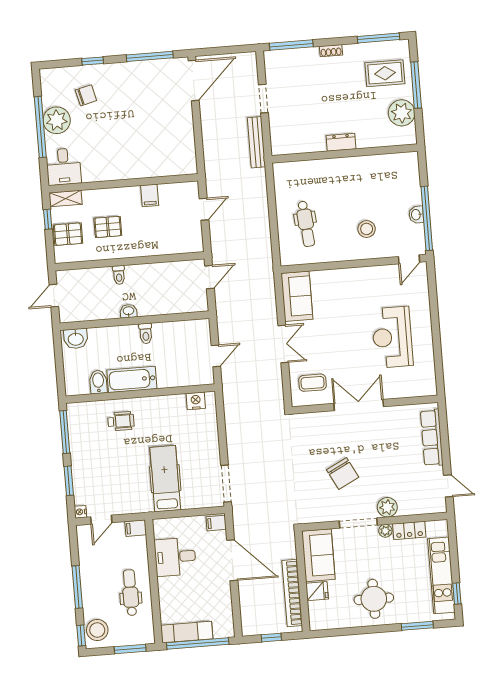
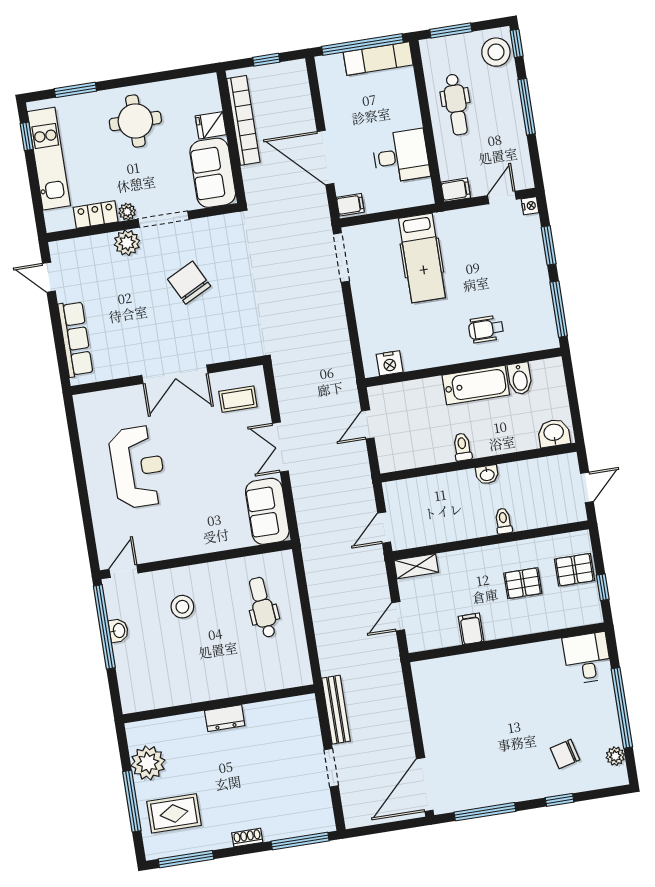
plant: (57, 120) -> (615, 756), moved, width x0.53, depth x0.53
shelving: (65, 199) -> (416, 566), moved

